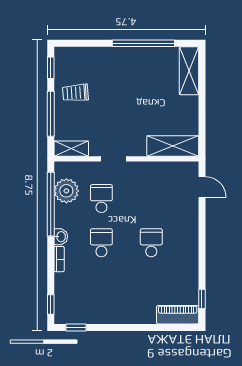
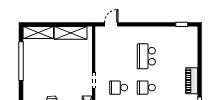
shelving: (173, 146) -> (71, 33), moved, turned 90
school desk: (151, 243) -> (146, 56), width x1.85
piano: (178, 315) -> (192, 81), moved

